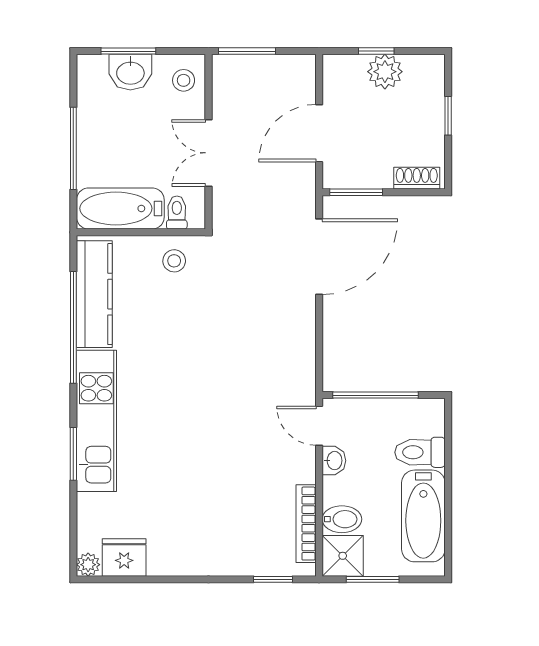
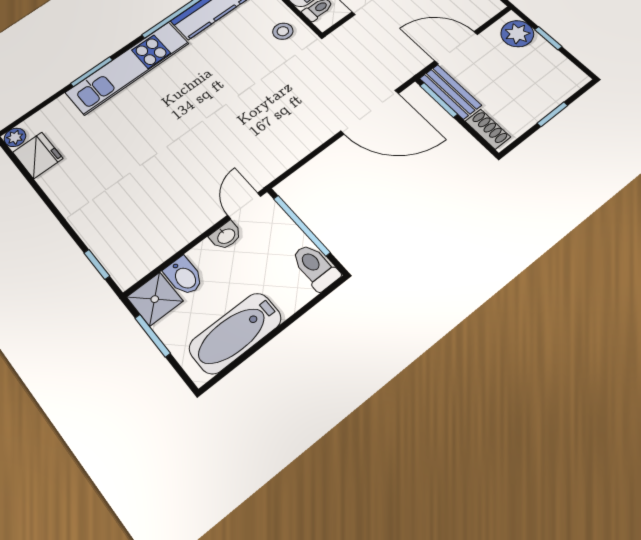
plant: (385, 72) -> (517, 34), moved
bench: (357, 176) -> (450, 92), added
toilet: (420, 452) -> (315, 267), moved
bookcase: (306, 524) -> (160, 254), removed

